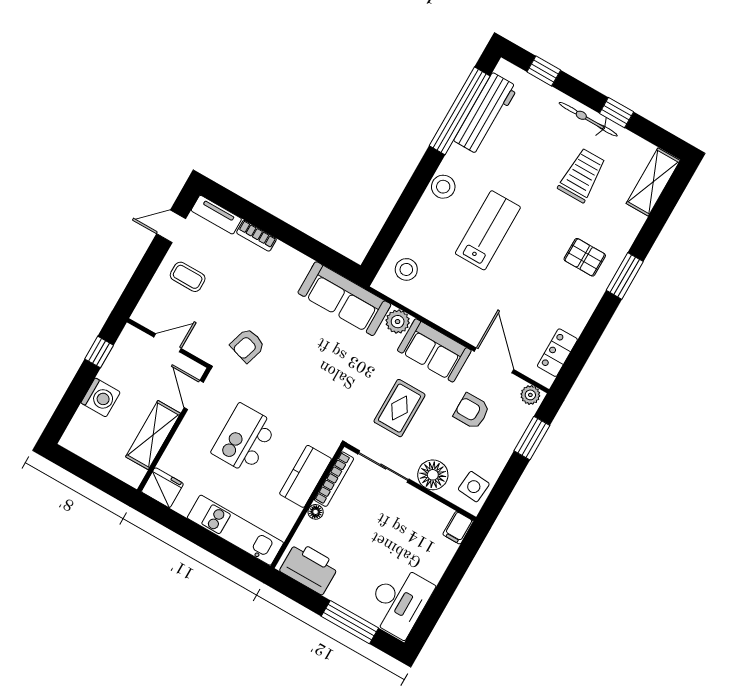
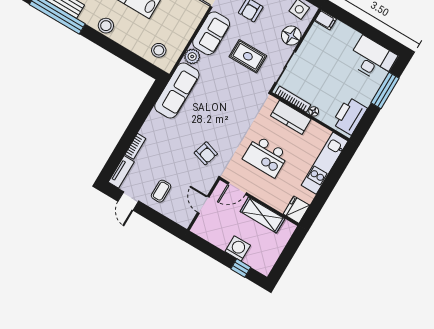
window: (99, 352) -> (241, 268), moved

